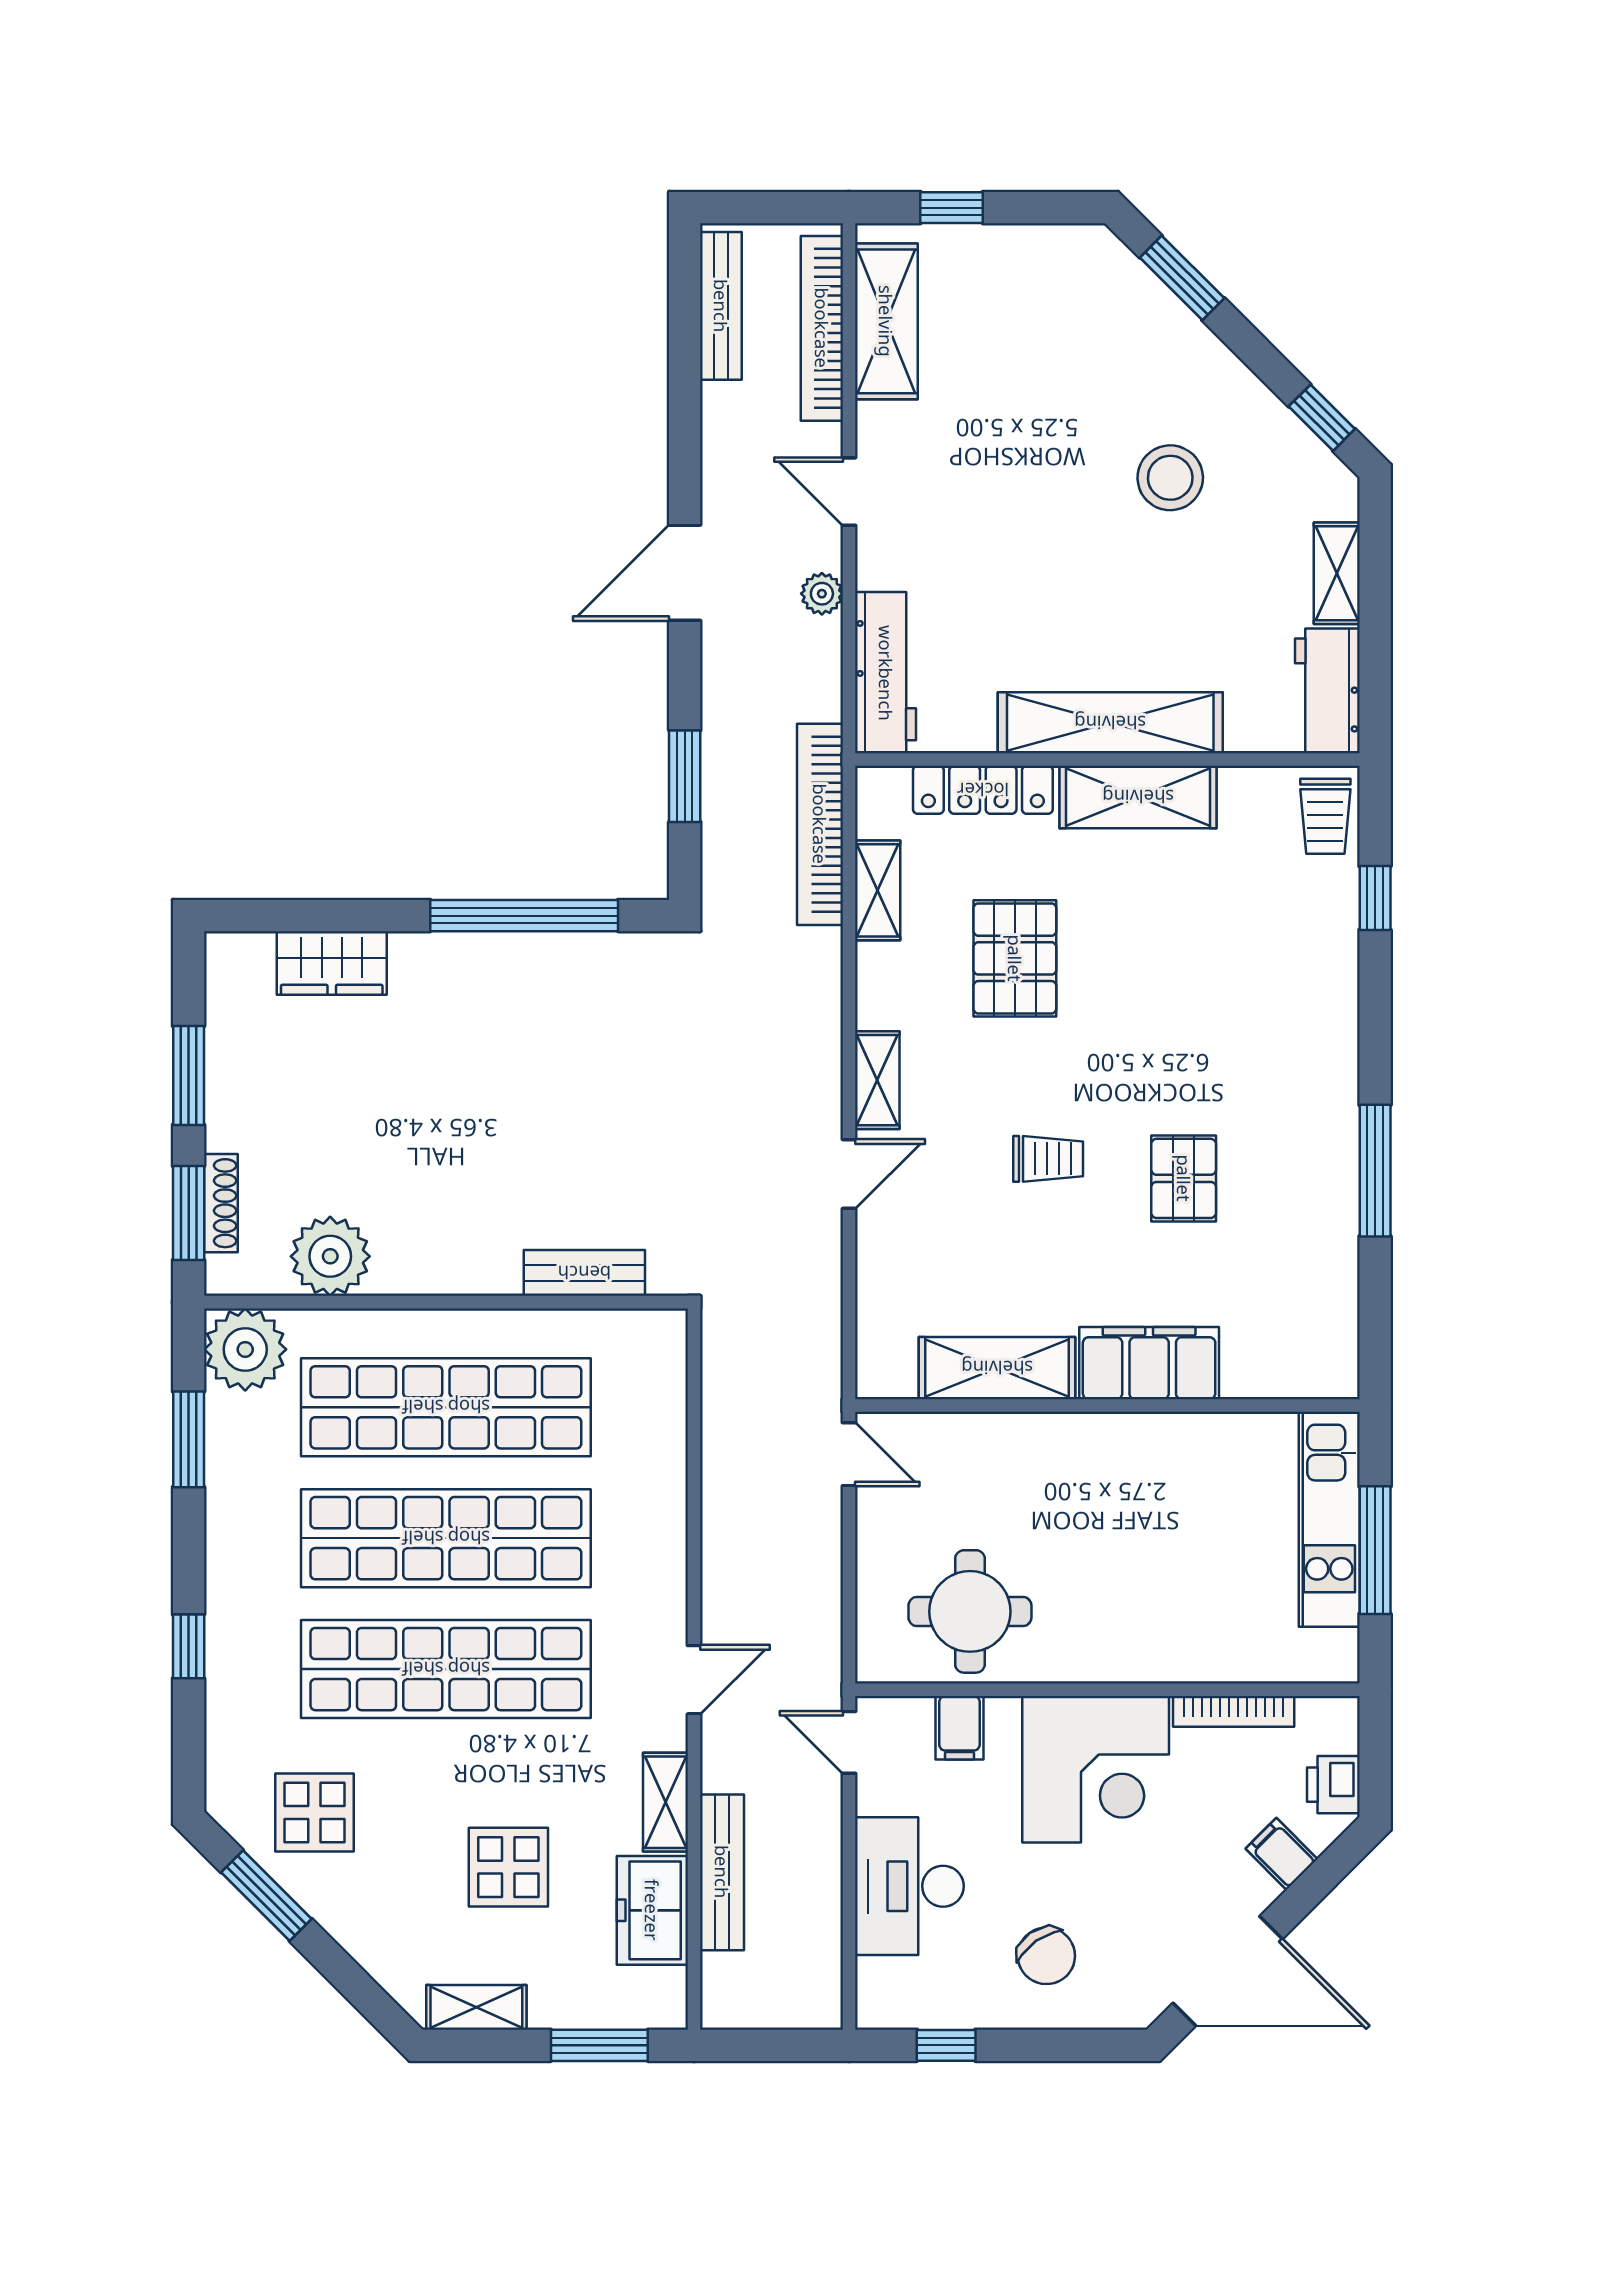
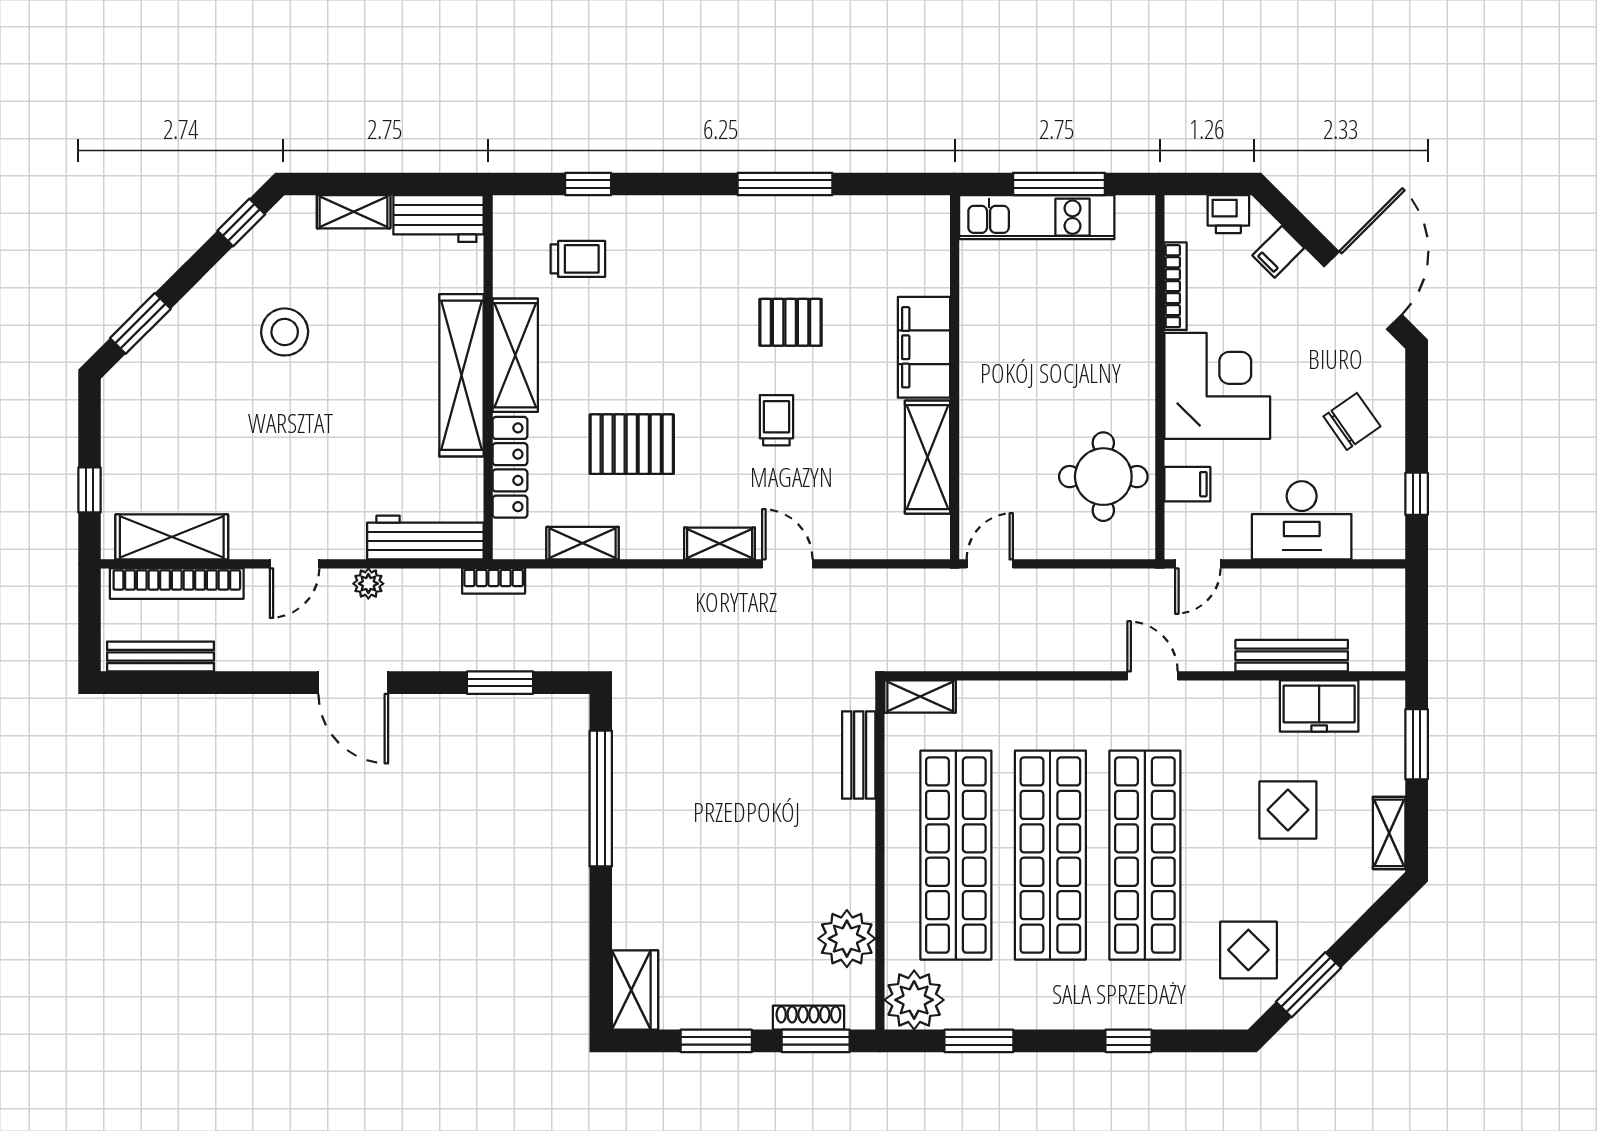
trolley: (1325, 816) -> (578, 259), moved
bookcase: (820, 824) -> (494, 581), width x0.43, depth x0.76
wardrobe: (332, 963) -> (635, 990), moved
shelving: (666, 1802) -> (920, 696), moved

